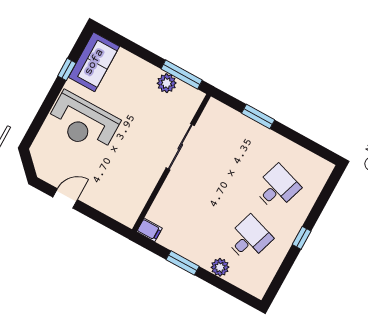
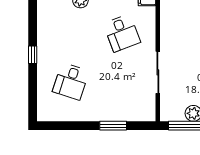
desk: (249, 239) -> (122, 33), moved, turned -39

